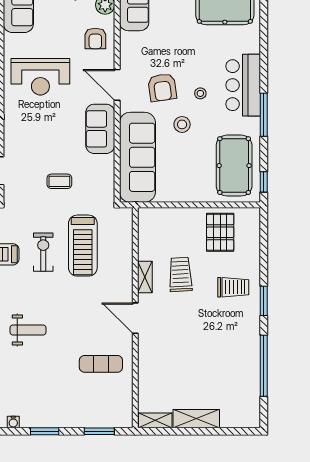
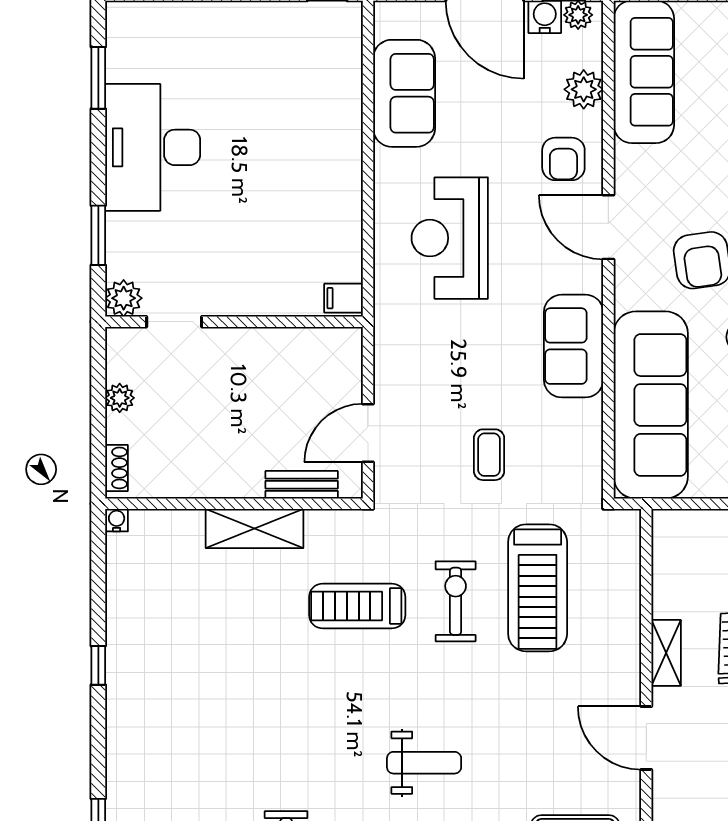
reception desk: (40, 77) -> (450, 238), turned 90
door: (117, 85) -> (608, 227), moved
coffee table: (59, 181) -> (489, 455), turned 90

